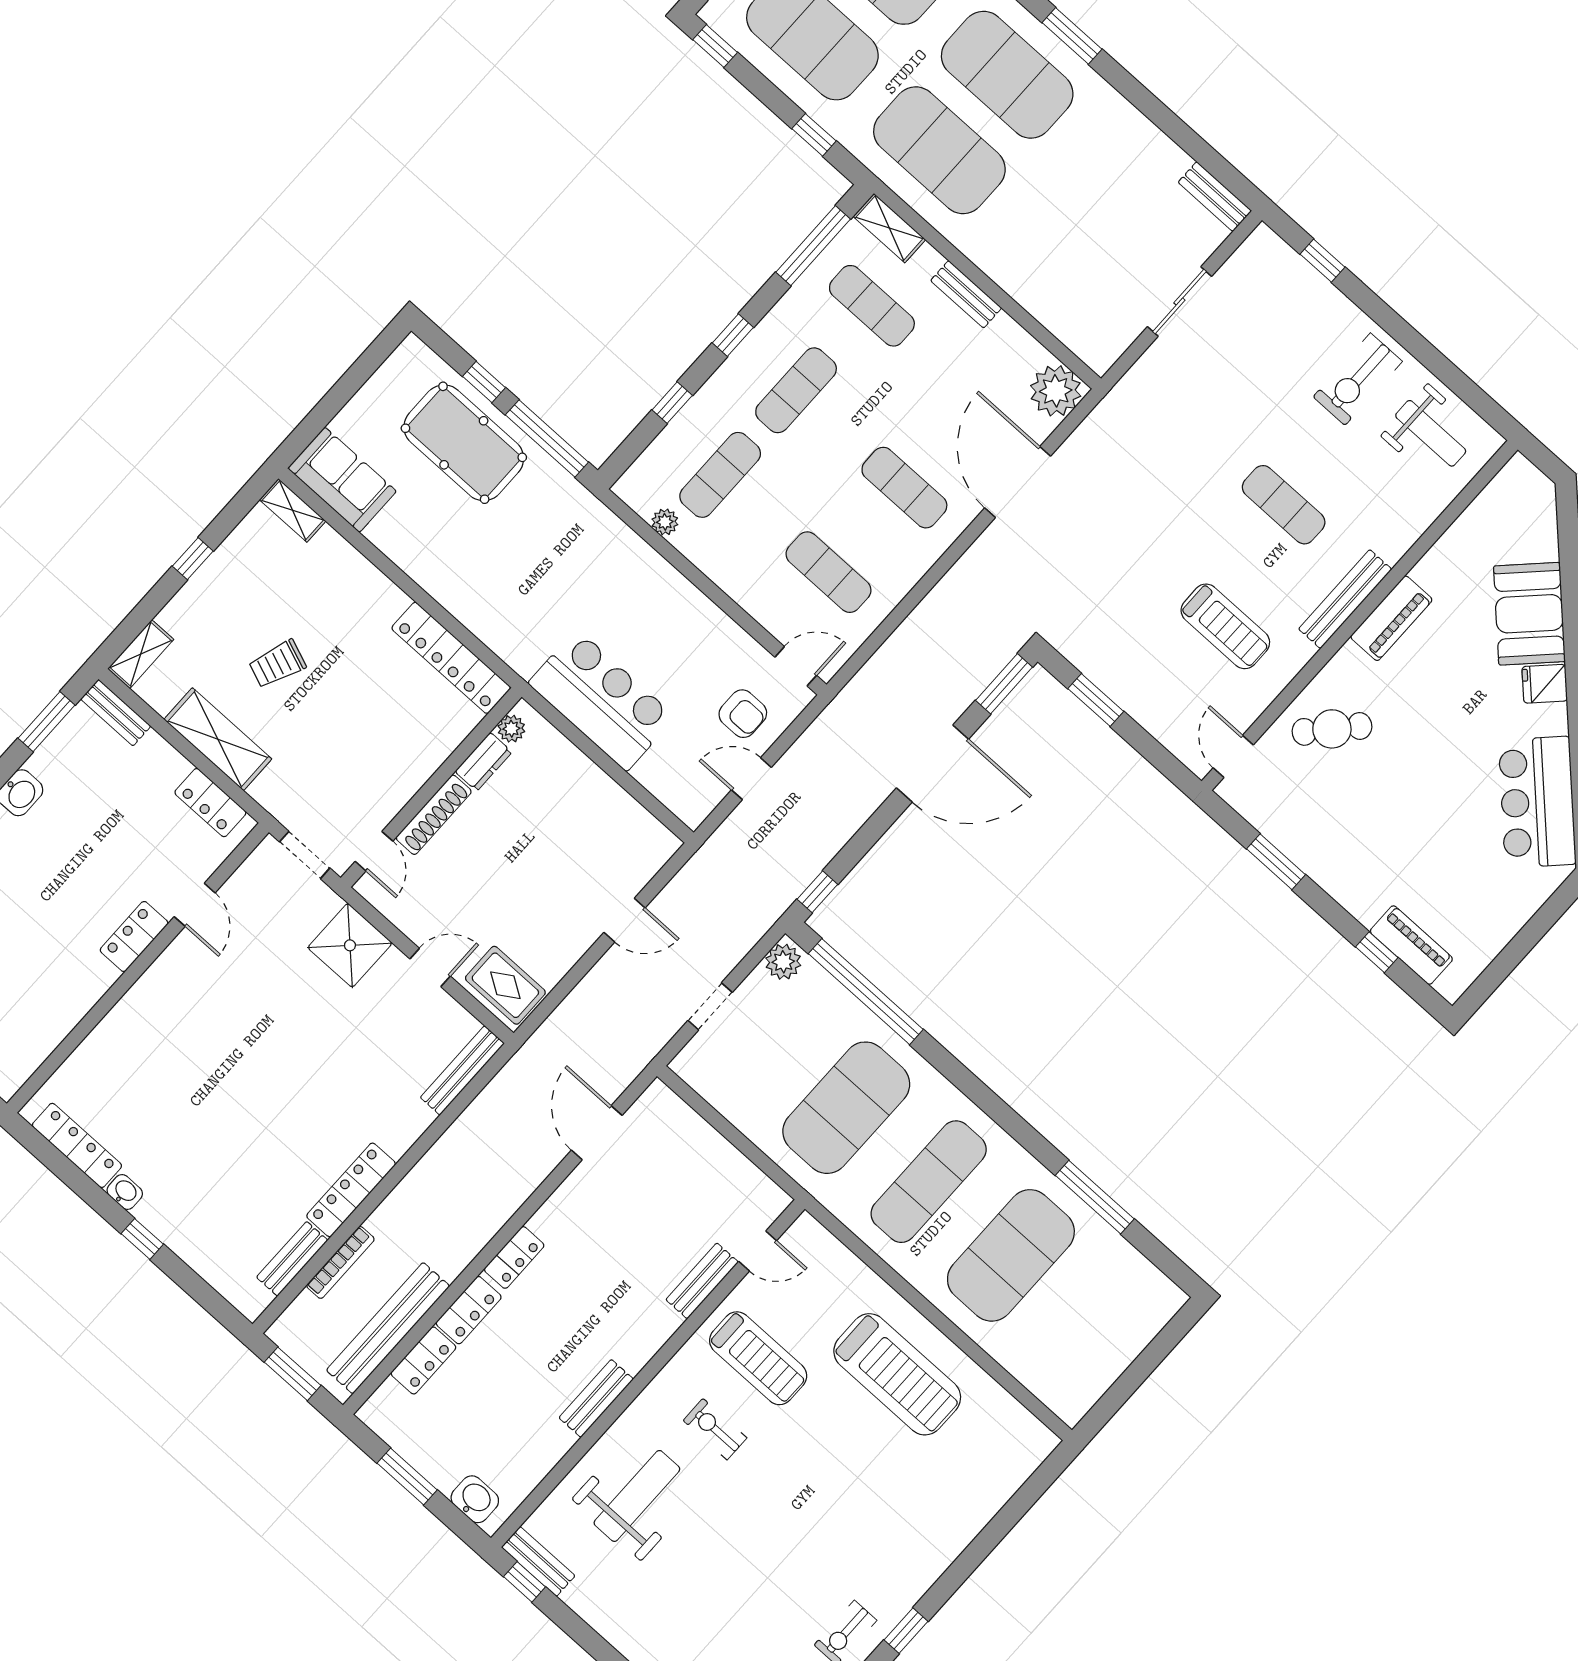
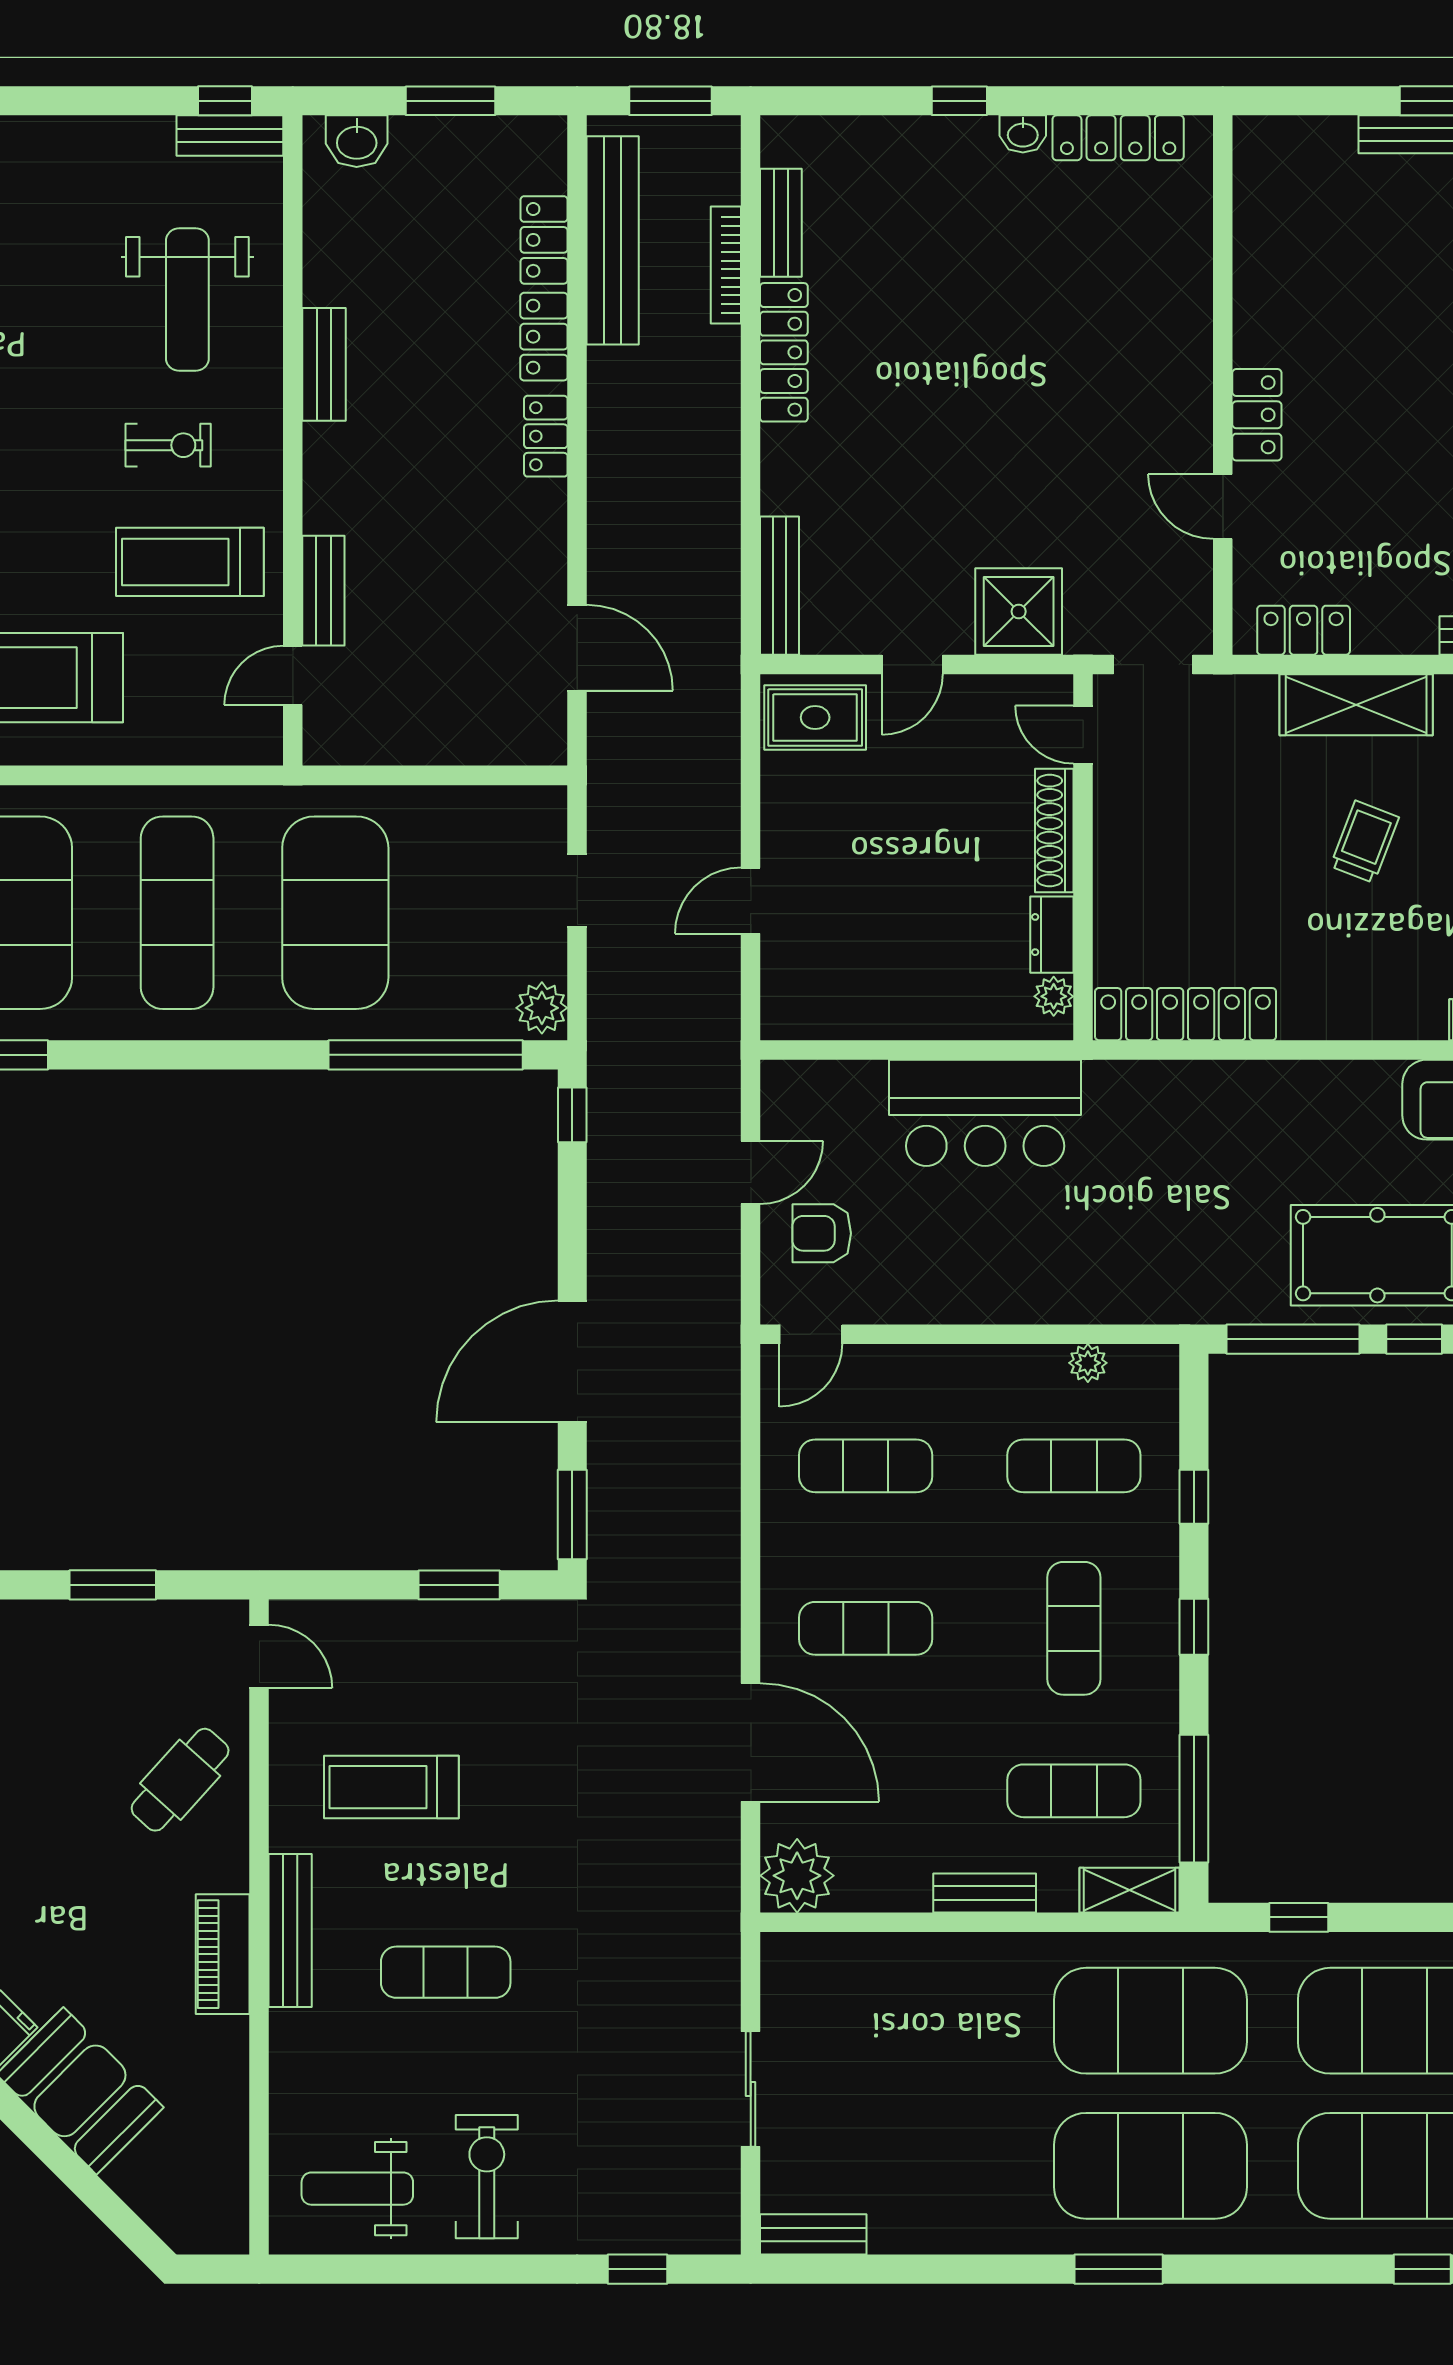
exercise mat: (720, 475) -> (1074, 1466), turned 90

